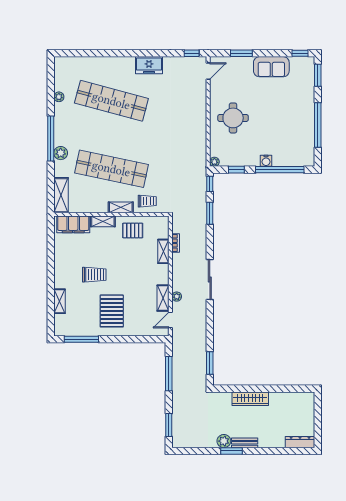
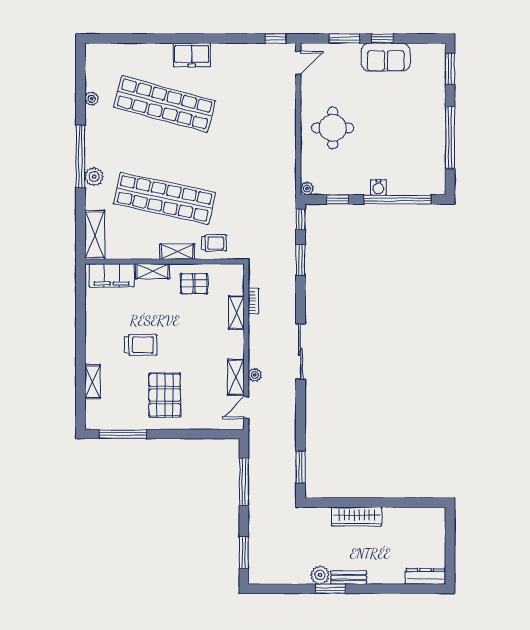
window: (300, 53) -> (382, 39), moved
freezer: (149, 65) -> (192, 55), moved

